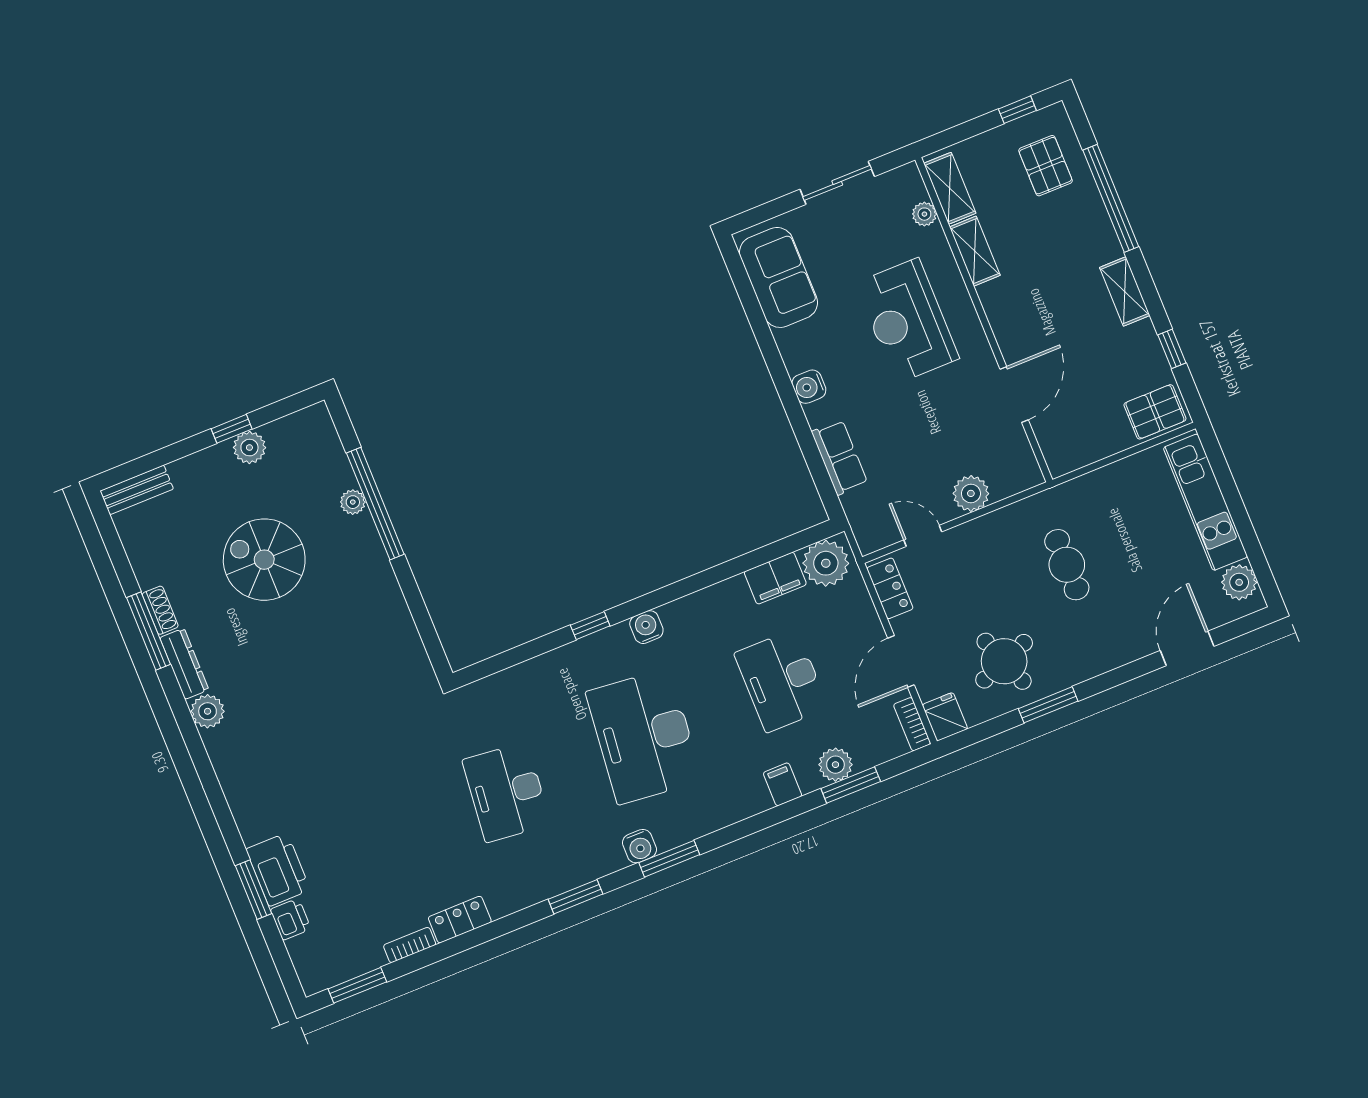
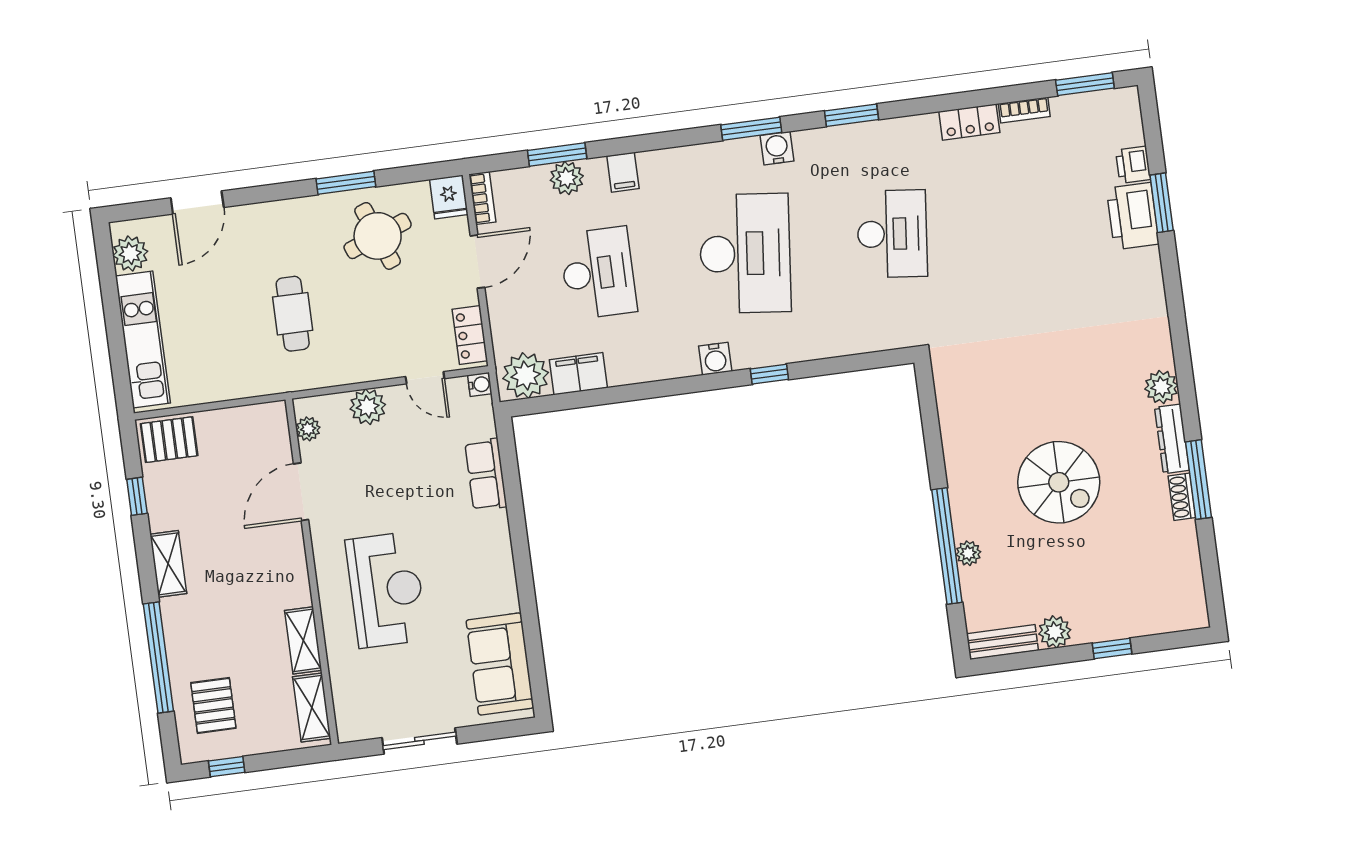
plant: (924, 214) -> (308, 429), moved
water cooler: (809, 387) -> (480, 384), moved, width x0.72, depth x0.72
window: (232, 429) -> (1112, 648), moved
bench: (137, 490) -> (1002, 642), moved
spiral stairs: (264, 560) -> (1059, 482), moved

